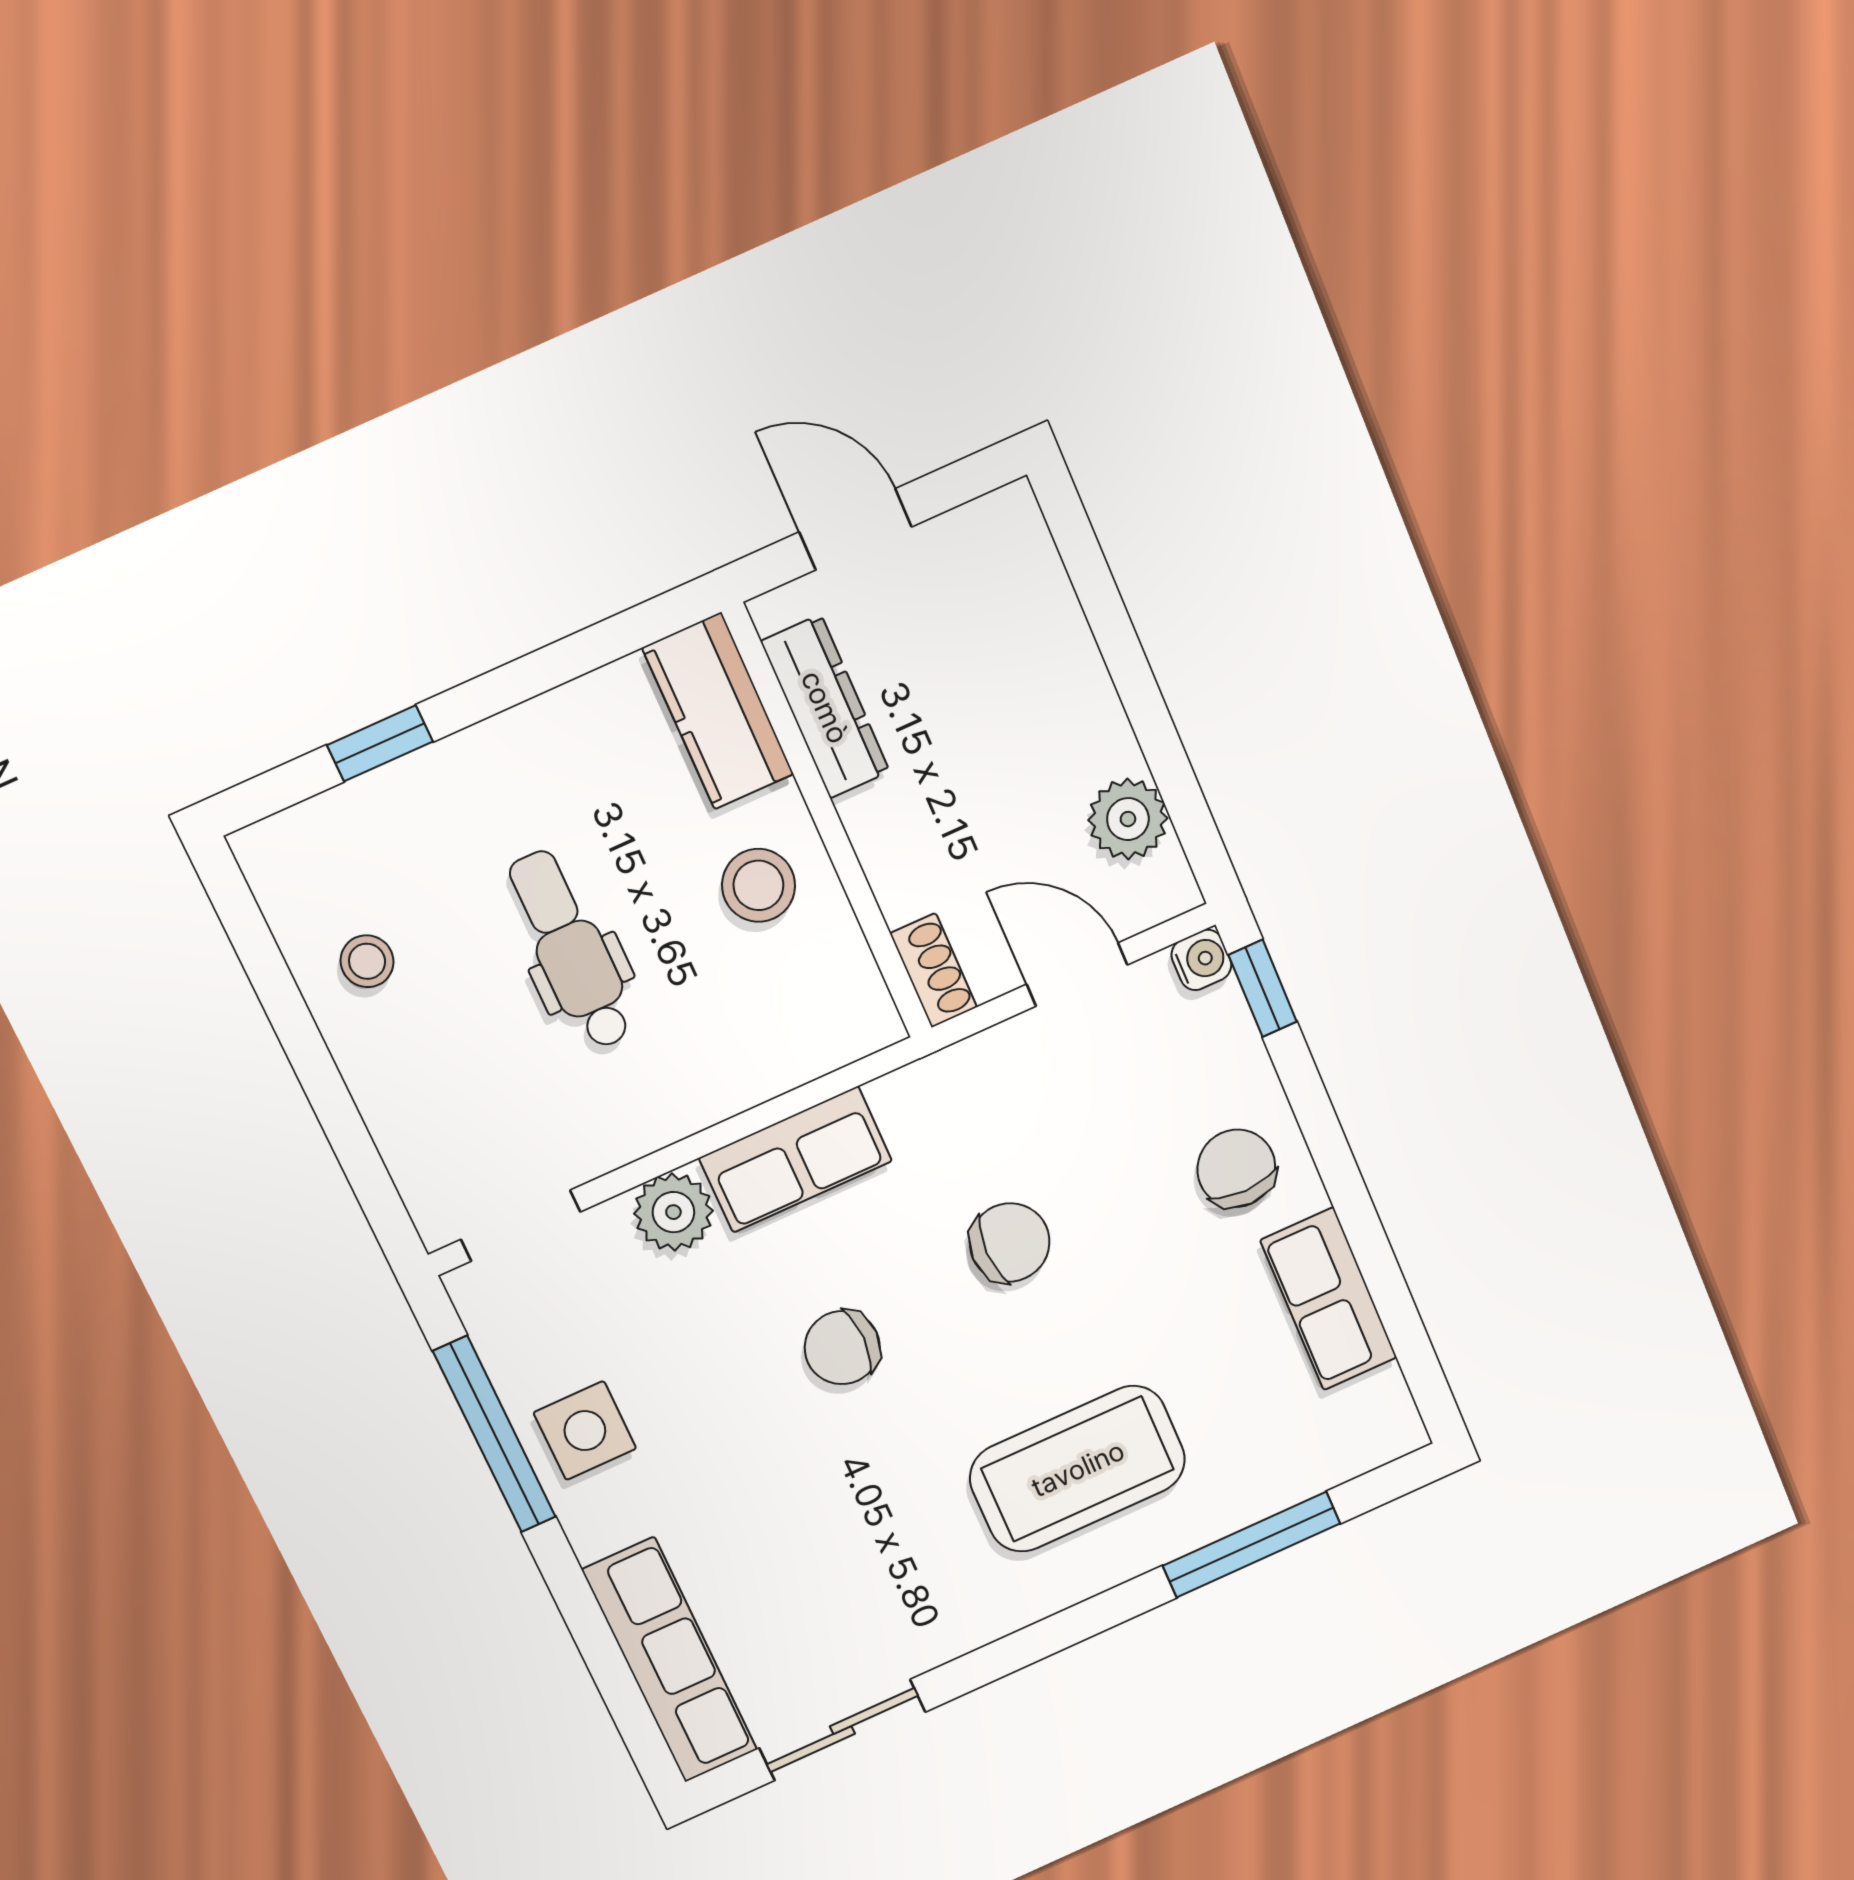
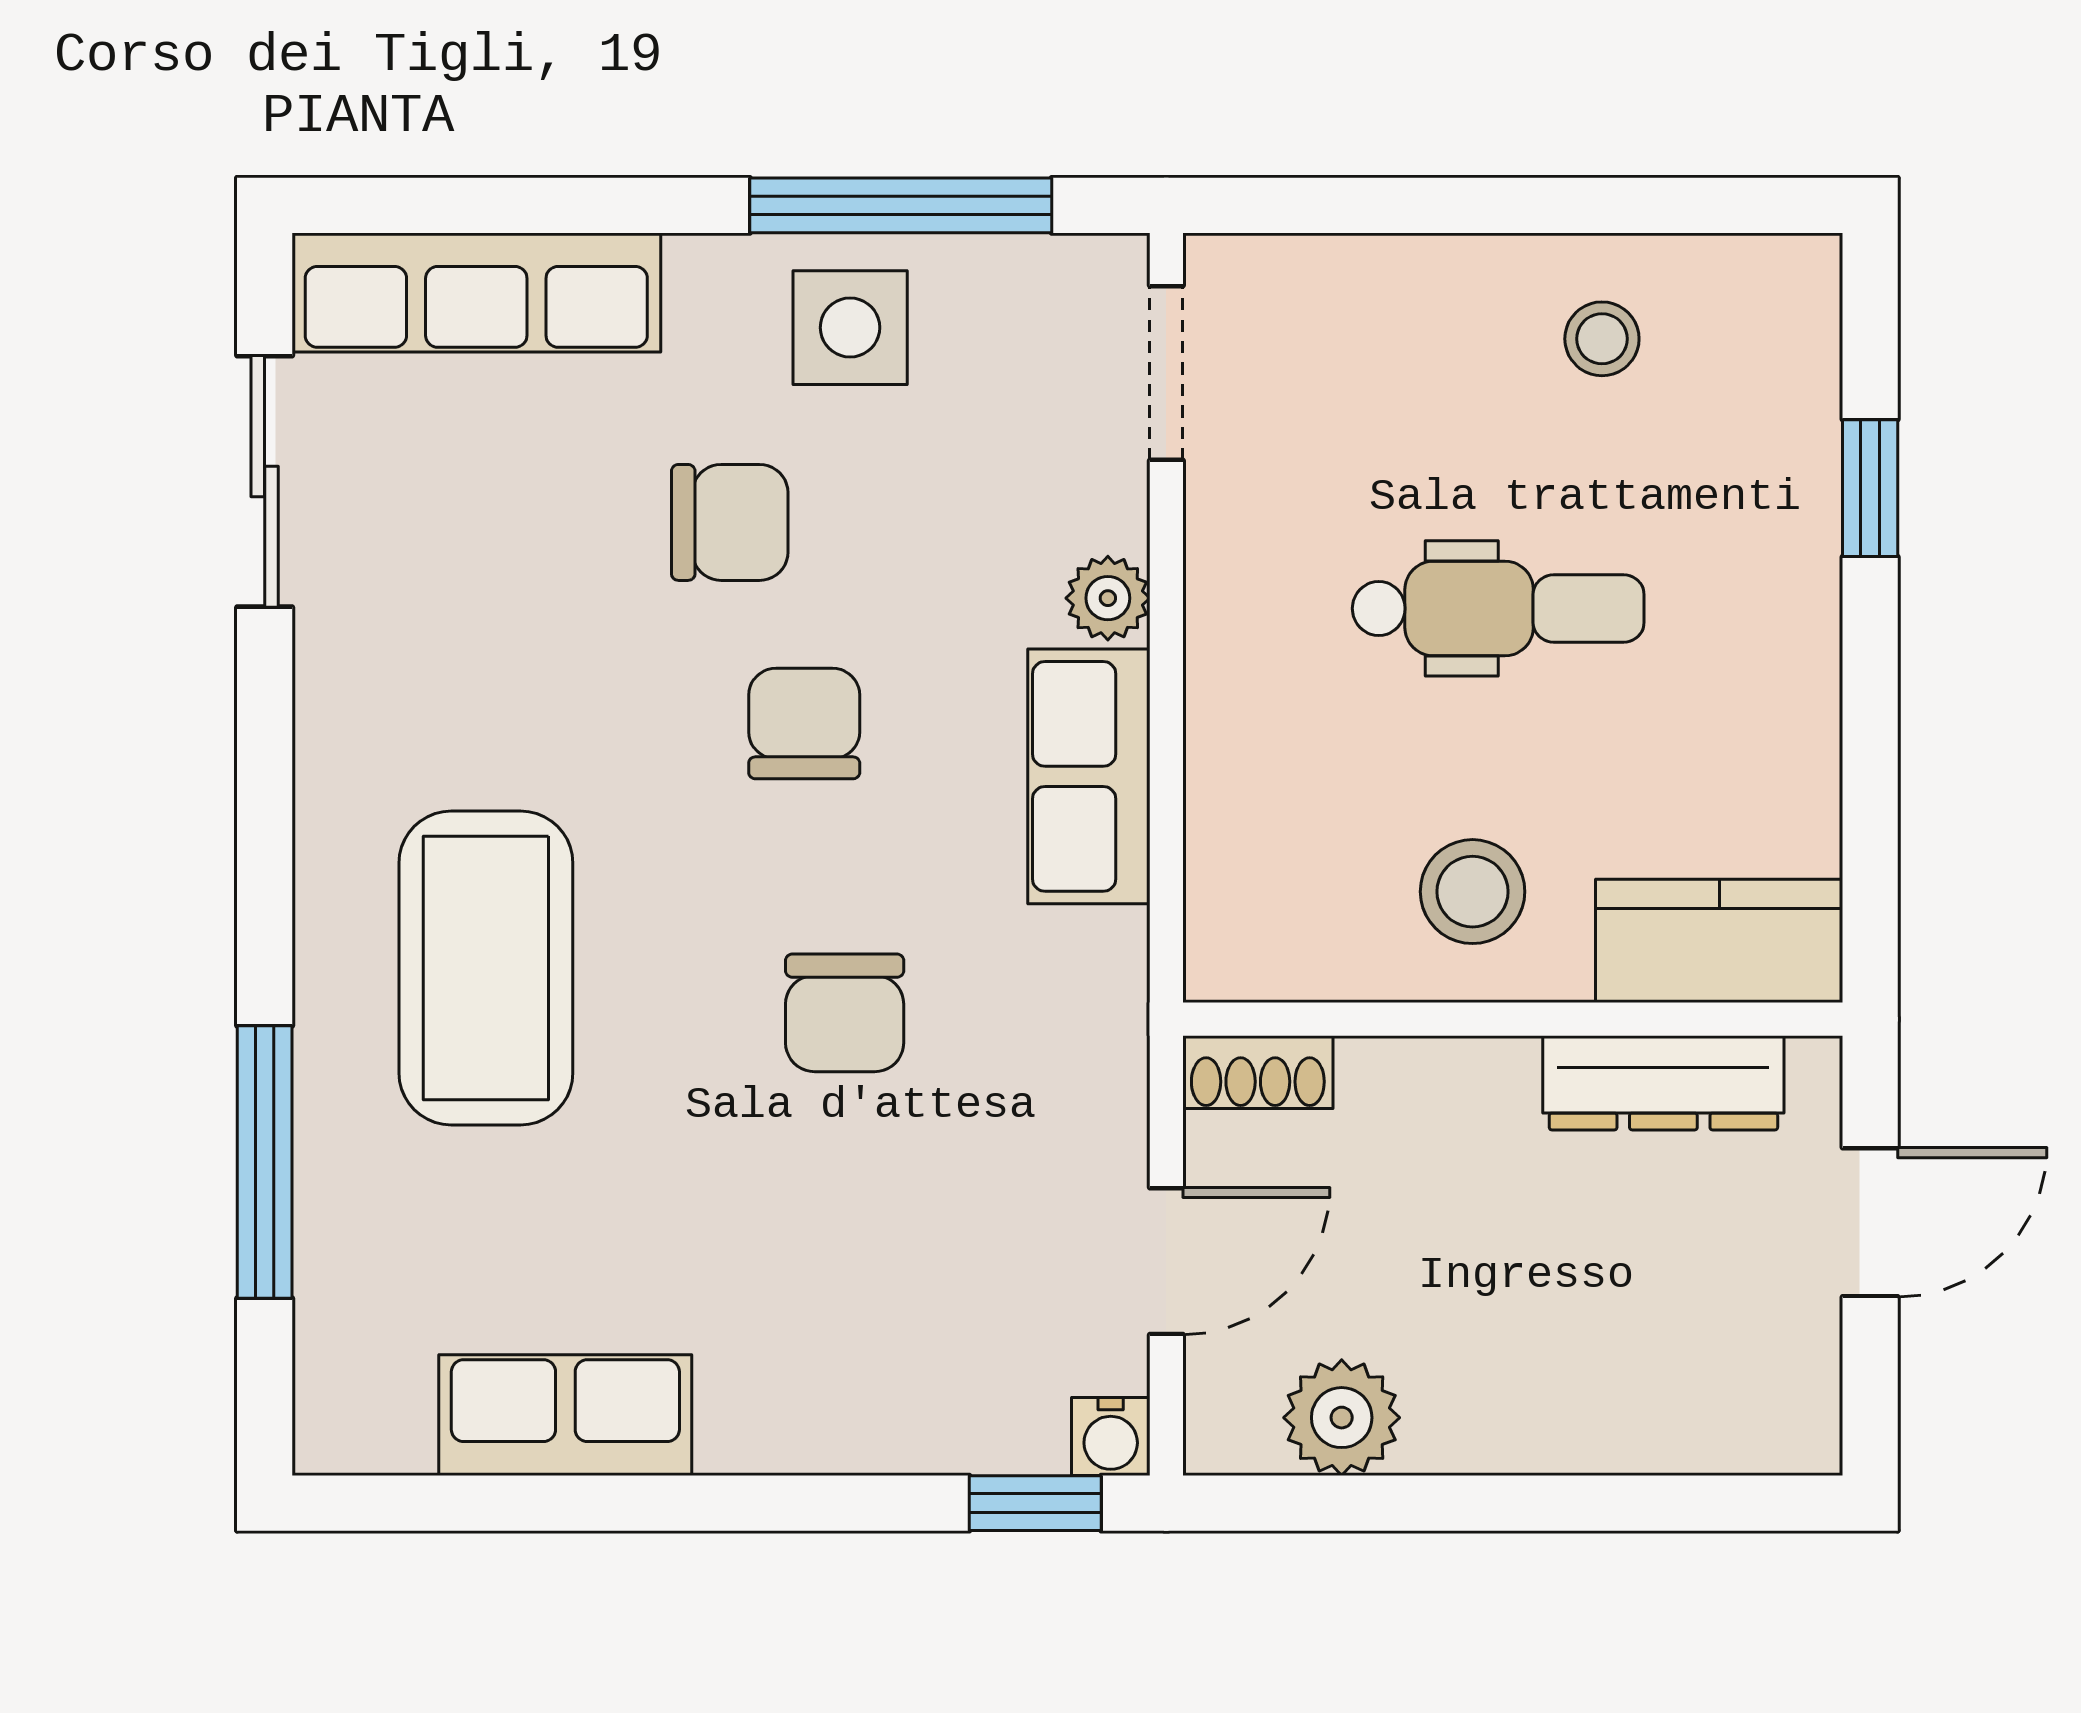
chair: (1236, 1168) -> (730, 522), moved
plant: (673, 1212) -> (1108, 598), width x0.73, depth x0.73

